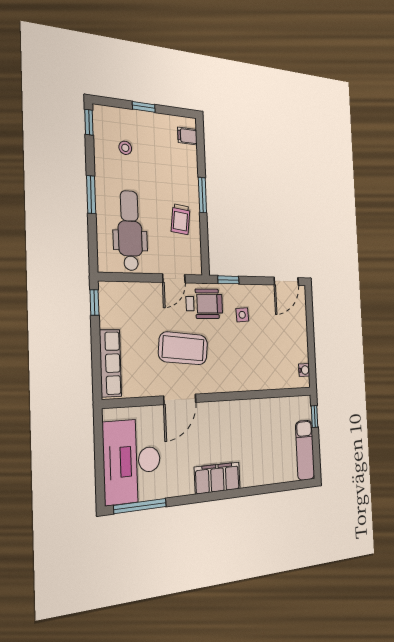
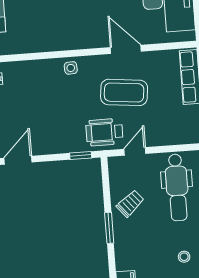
trolley: (180, 219) -> (130, 203), turned 43
side table: (242, 315) -> (71, 68), moved
door: (180, 399) -> (126, 49), hinge flipped

